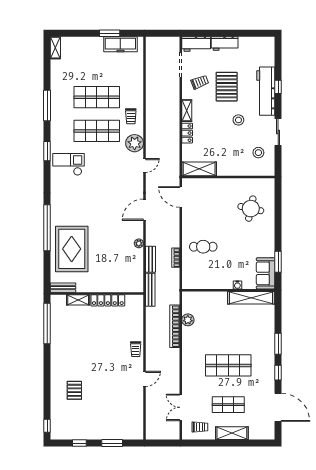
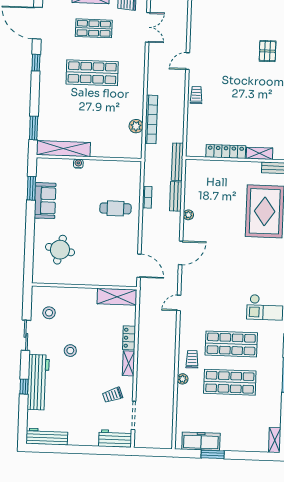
workbench: (225, 43) -> (47, 437), moved, width x1.38
pallet: (227, 87) -> (82, 389), removed
plant: (135, 143) -> (183, 379), moved, width x0.53, depth x0.53
sofa: (266, 273) -> (45, 201), moved
window: (278, 344) -> (34, 128), moved

